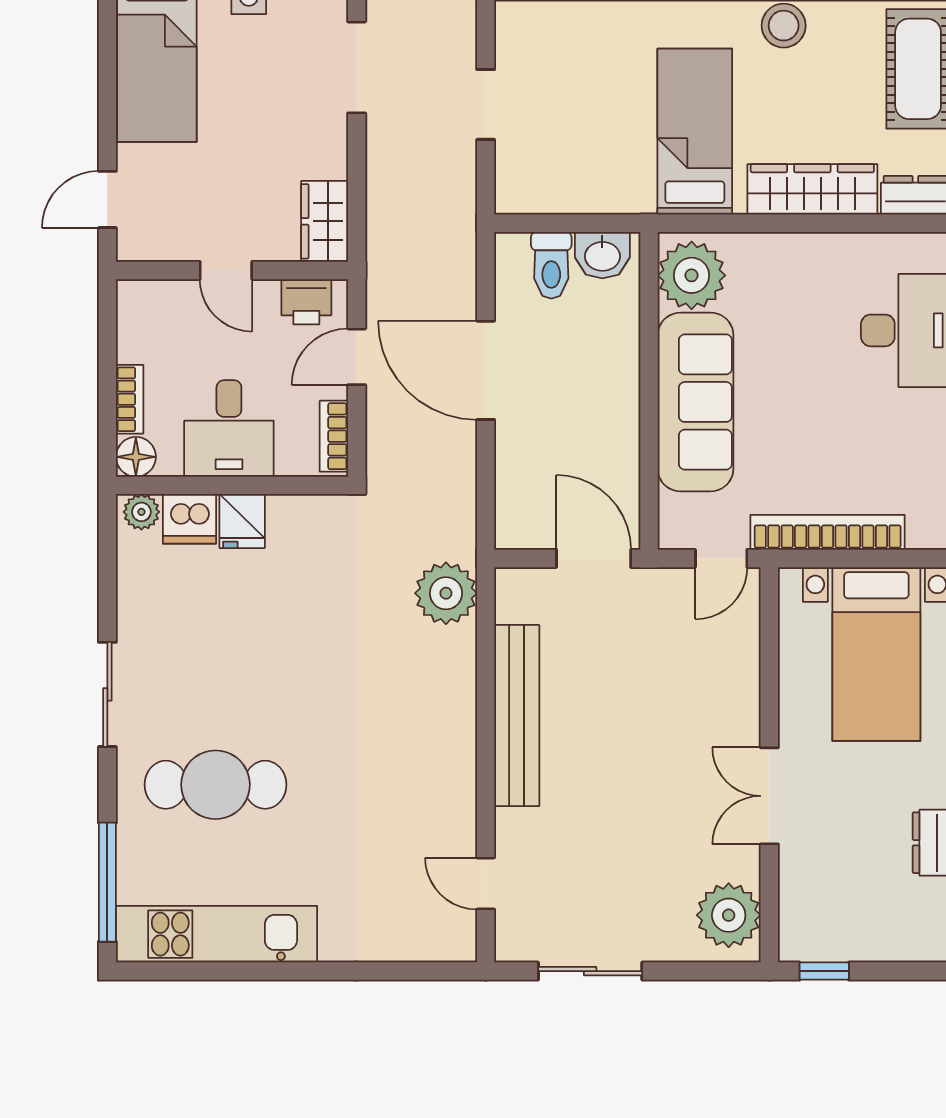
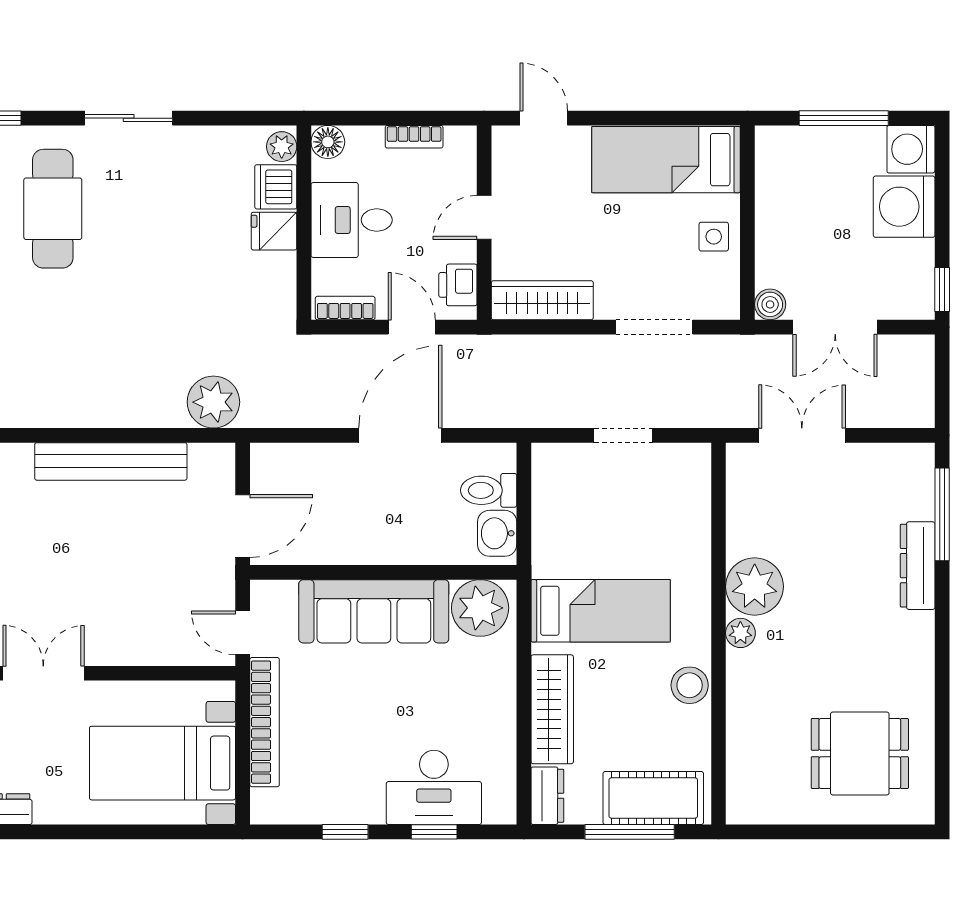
wardrobe: (325, 221) -> (542, 300), width x1.50
bookcase: (130, 399) -> (414, 137), moved

